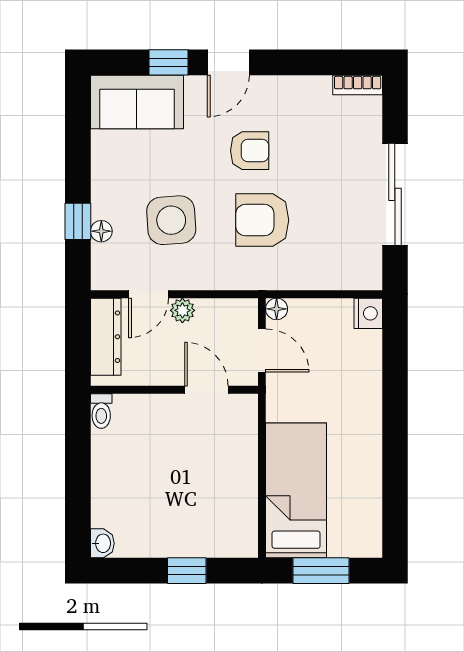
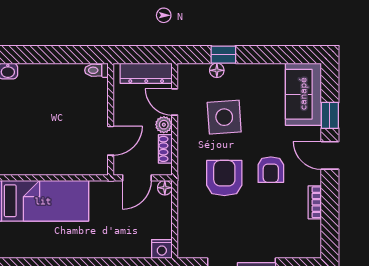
bookcase: (358, 85) -> (315, 202), moved
shoe rack: (219, 308) -> (165, 149), added

